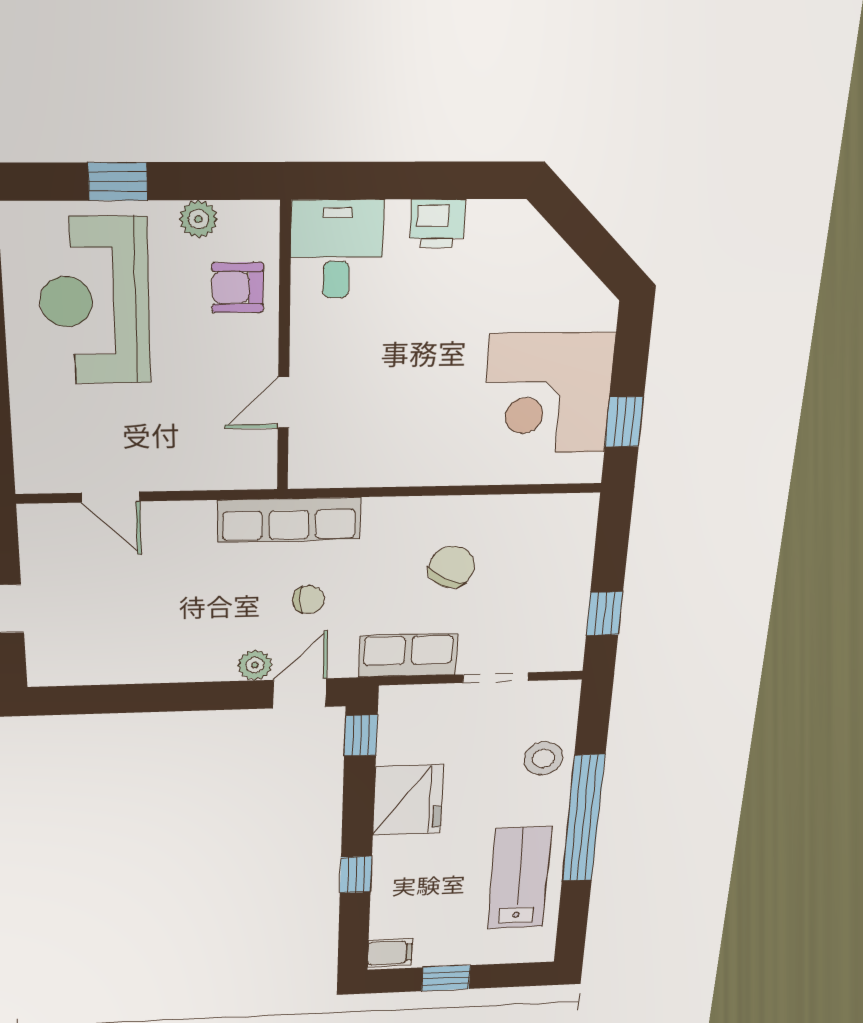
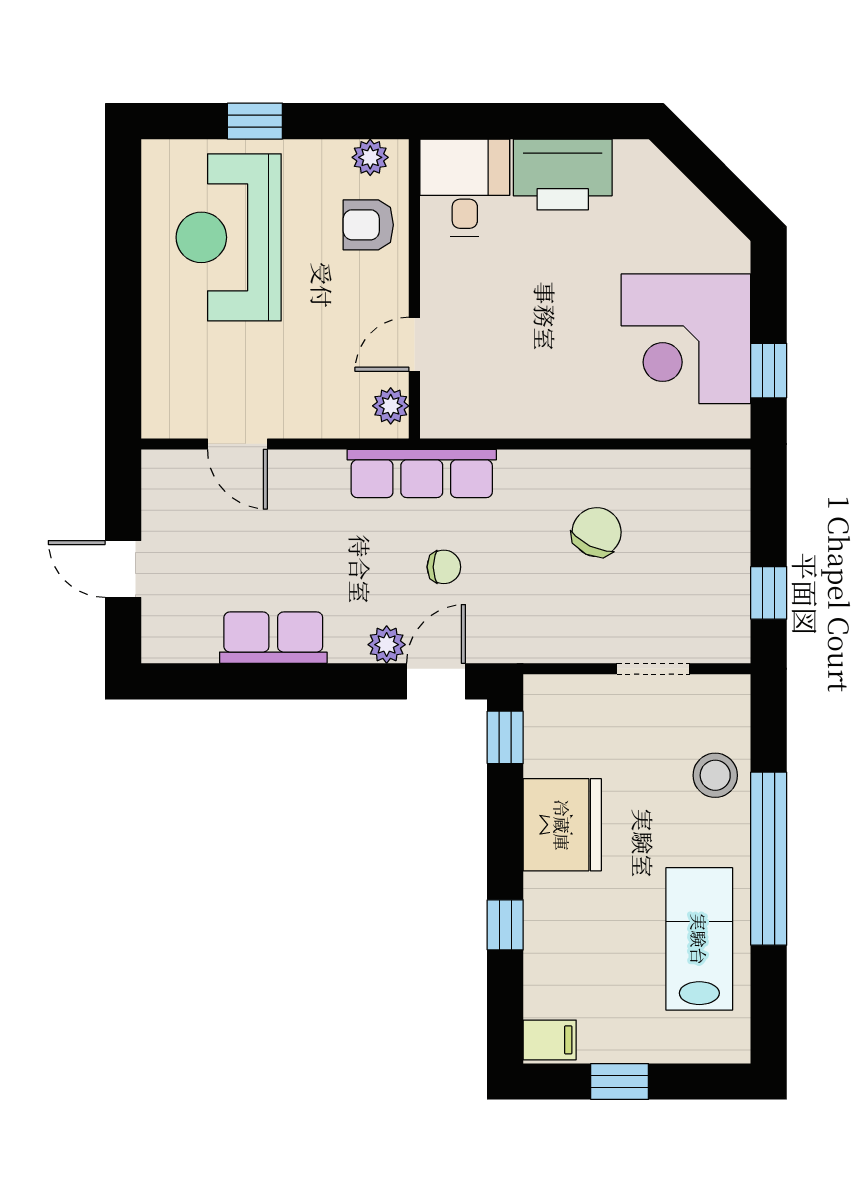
plant: (198, 219) -> (370, 157), moved
printer: (437, 224) -> (563, 175), width x1.87, depth x1.48
plant: (260, 460) -> (391, 406), added
row of seats: (408, 655) -> (273, 638), moved

